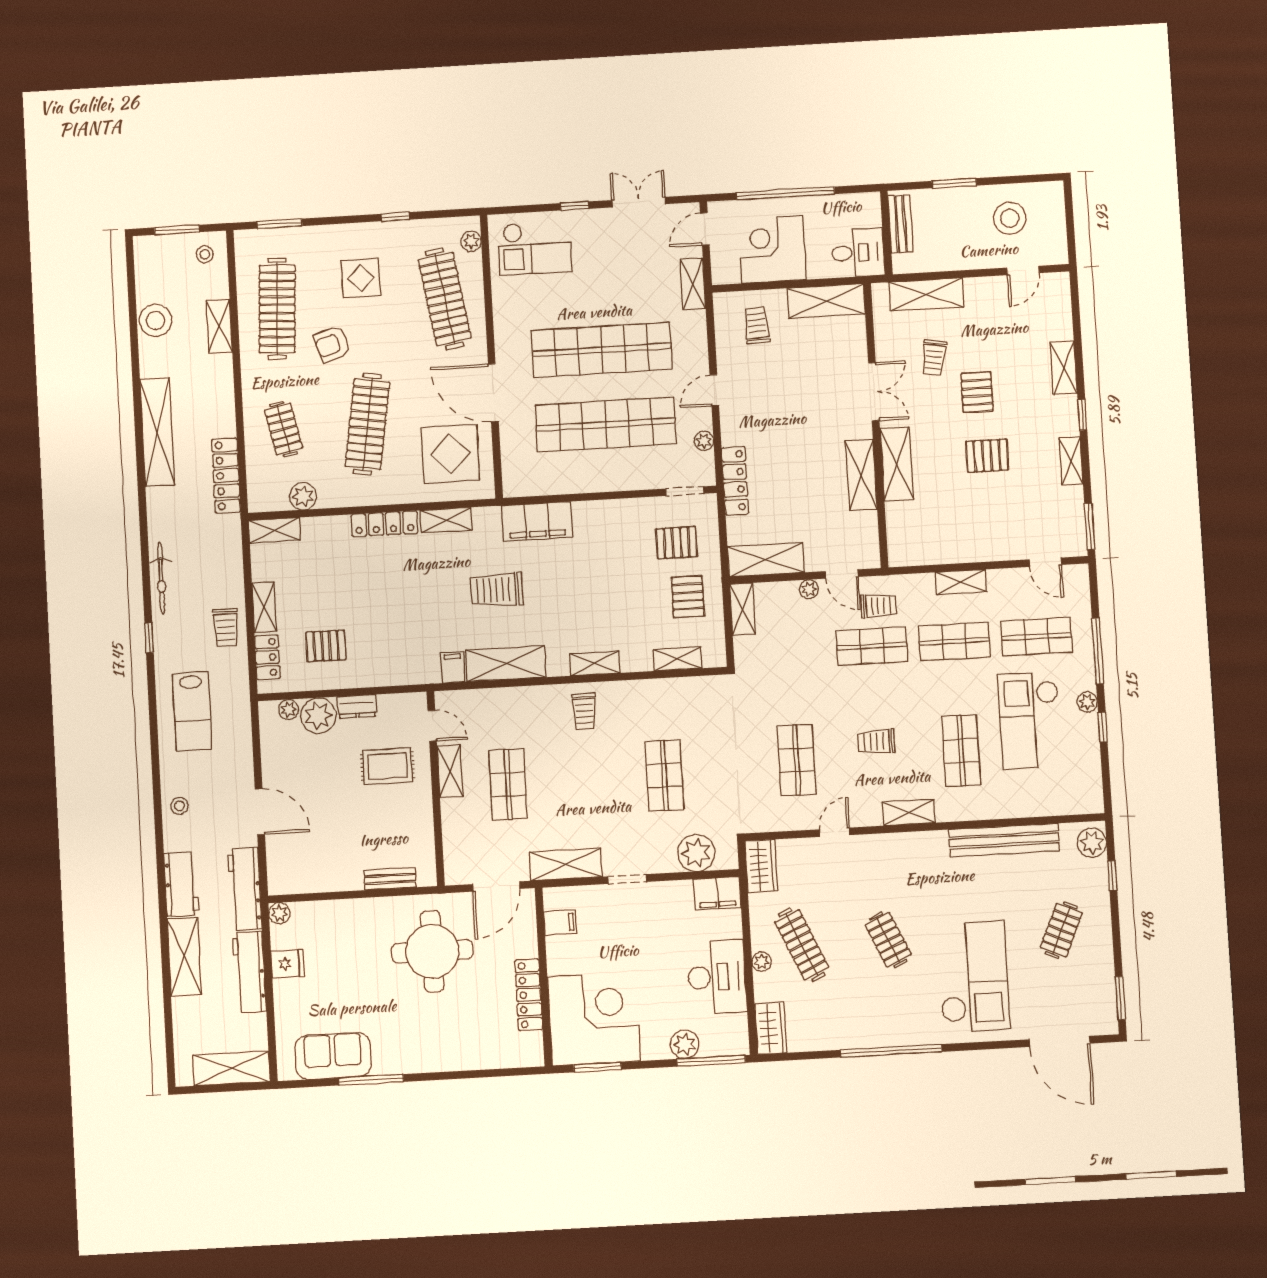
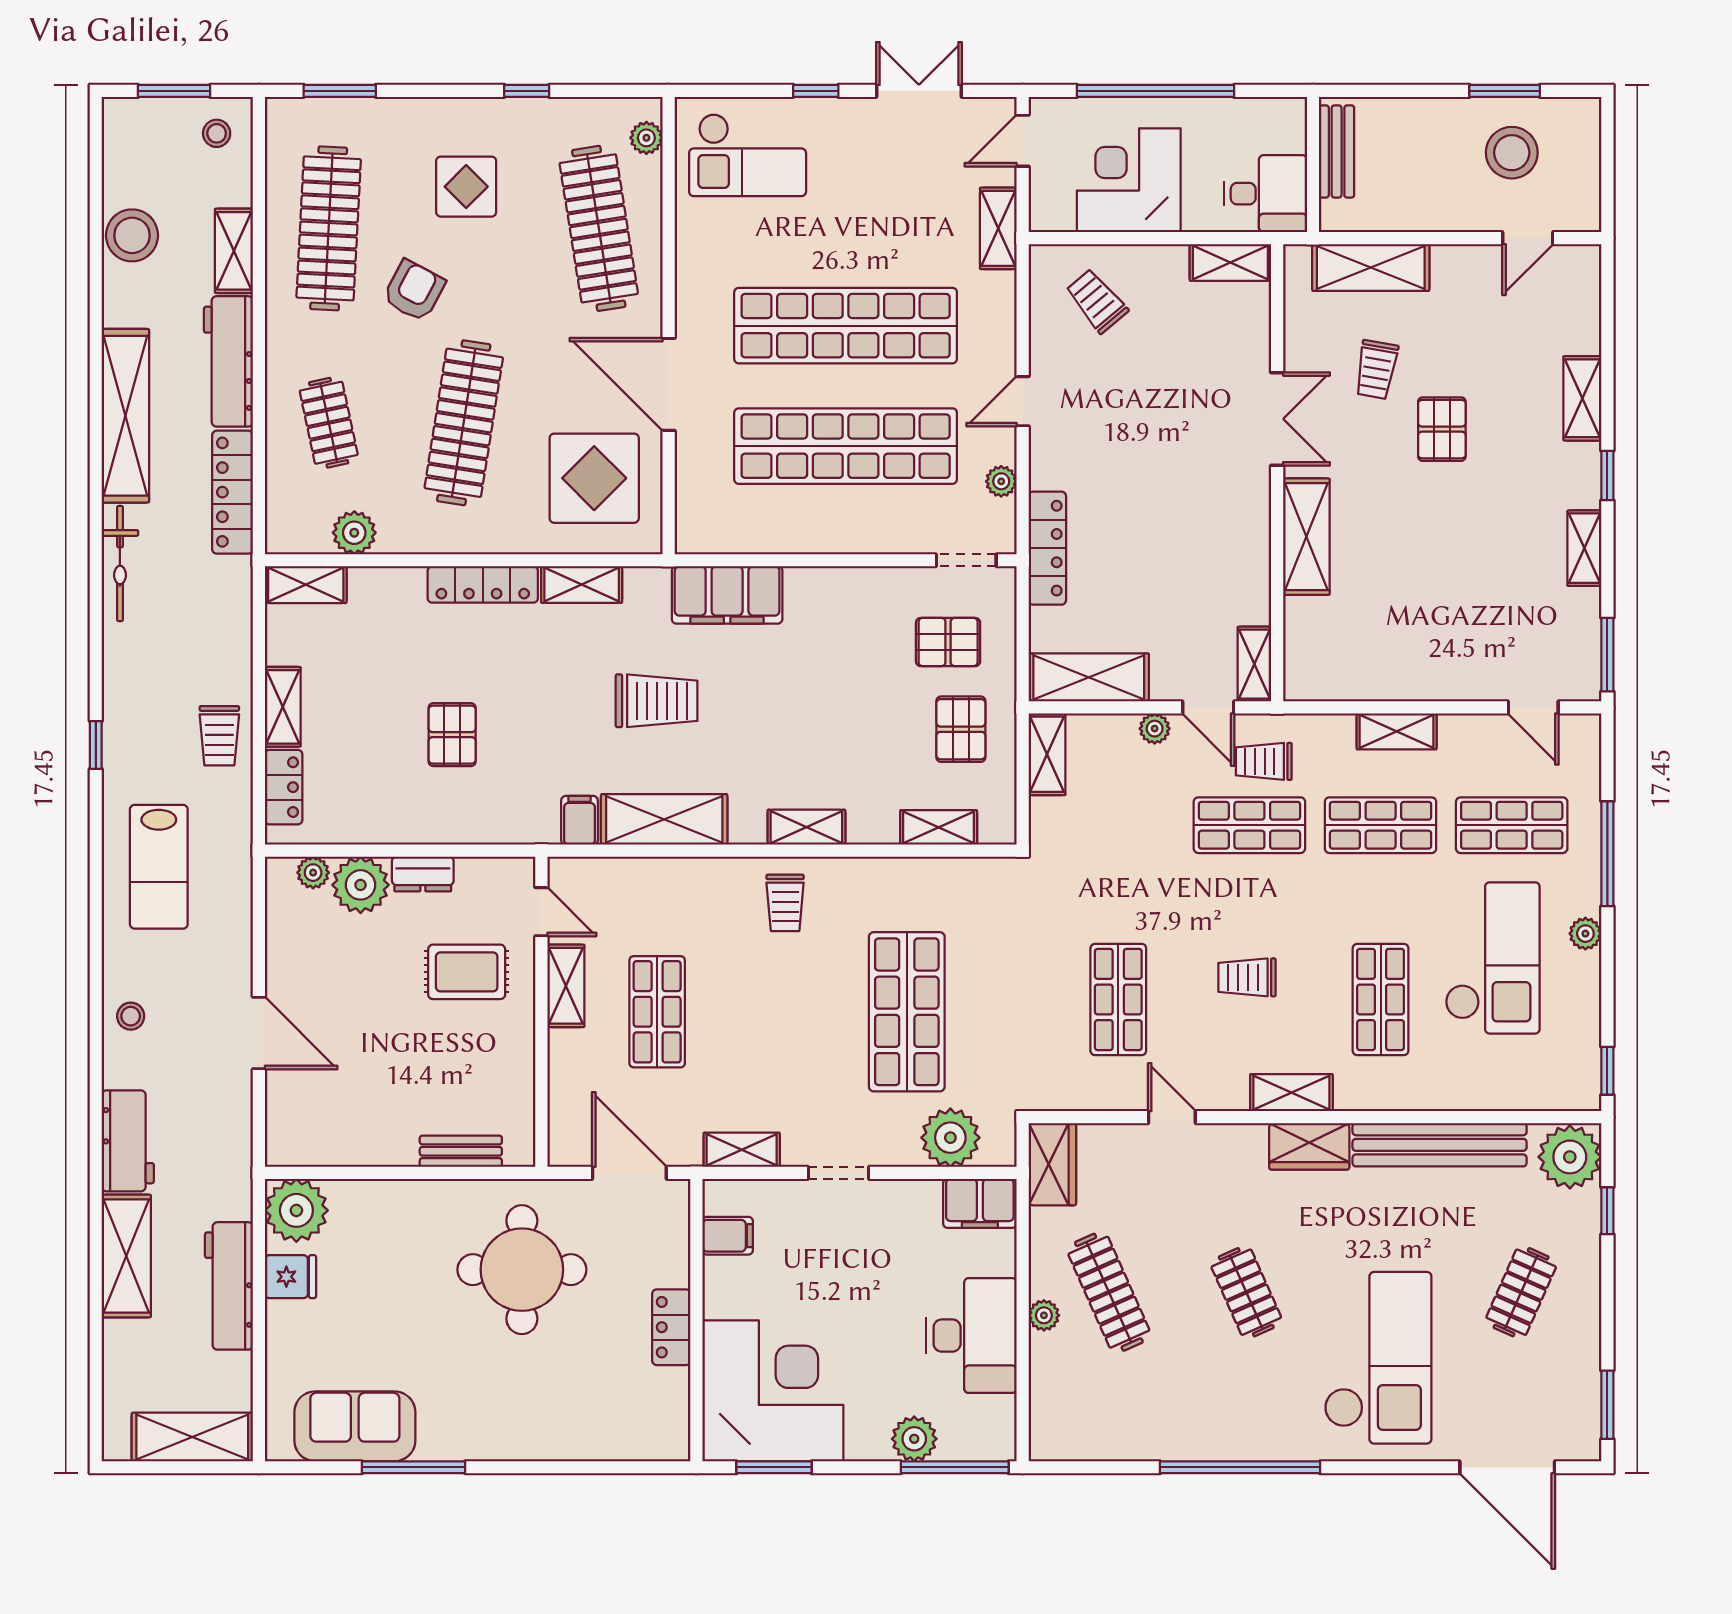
window: (954, 183) -> (1505, 91), moved
shelving: (826, 301) -> (1230, 262), width x0.67, depth x0.75
trolley: (757, 325) -> (1097, 301), turned -37
armchair: (332, 344) -> (414, 291), turned 135
pallet: (987, 456) -> (1451, 532), removed
shelving: (861, 475) -> (1254, 664), moved, width x0.67, depth x0.75
bicycle: (161, 578) -> (120, 563), moved
trolley: (497, 590) -> (657, 701), turned 180
trolley: (879, 606) -> (1264, 761), turned 180
pallet: (326, 646) -> (452, 735), moved, turned 90
checkout: (1030, 721) -> (1493, 958), turned 180
window: (1103, 727) -> (1607, 1071), moved
shop shelf: (664, 775) -> (907, 1012), width x1.43, depth x1.36
door: (835, 832) -> (1172, 1117), hinge flipped
plant: (1092, 843) -> (1570, 1157), width x1.36, depth x1.36
shelving: (566, 864) -> (742, 1150), width x0.67, depth x0.75
door: (496, 887) -> (629, 1173), swing flipped
workbench: (245, 889) -> (228, 361), moved
plant: (279, 913) -> (296, 1210), width x1.87, depth x1.87
locker: (529, 995) -> (671, 1327), width x0.66
wardrobe: (771, 1028) -> (1309, 1146), moved, turned 90

